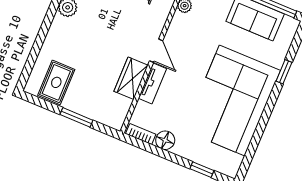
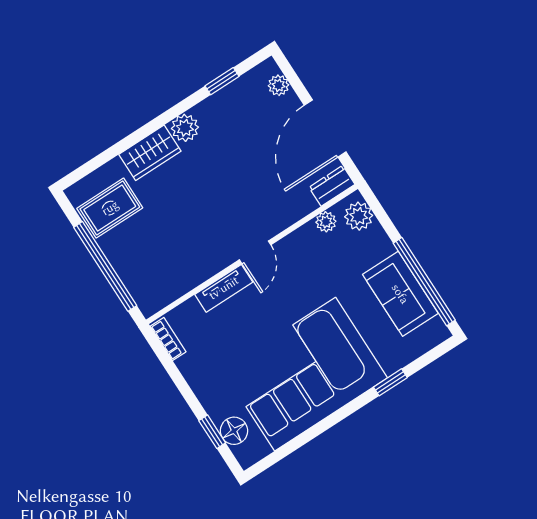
wardrobe: (131, 78) -> (150, 153), moved, turned 180
window: (76, 117) -> (105, 266), width x2.11
floor lamp: (165, 140) -> (234, 431), moved

